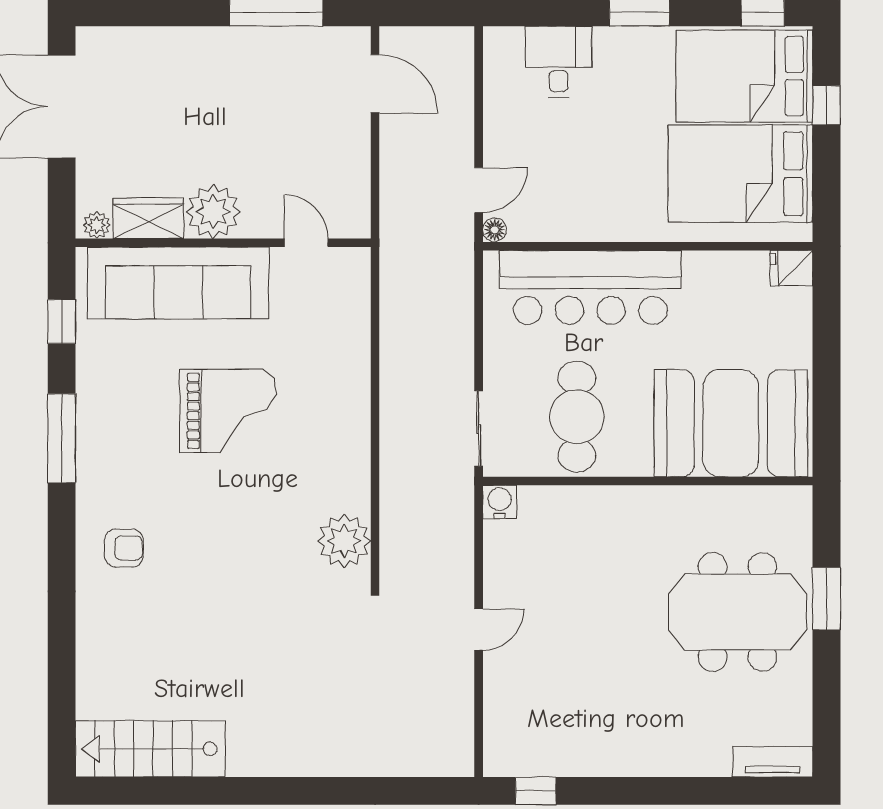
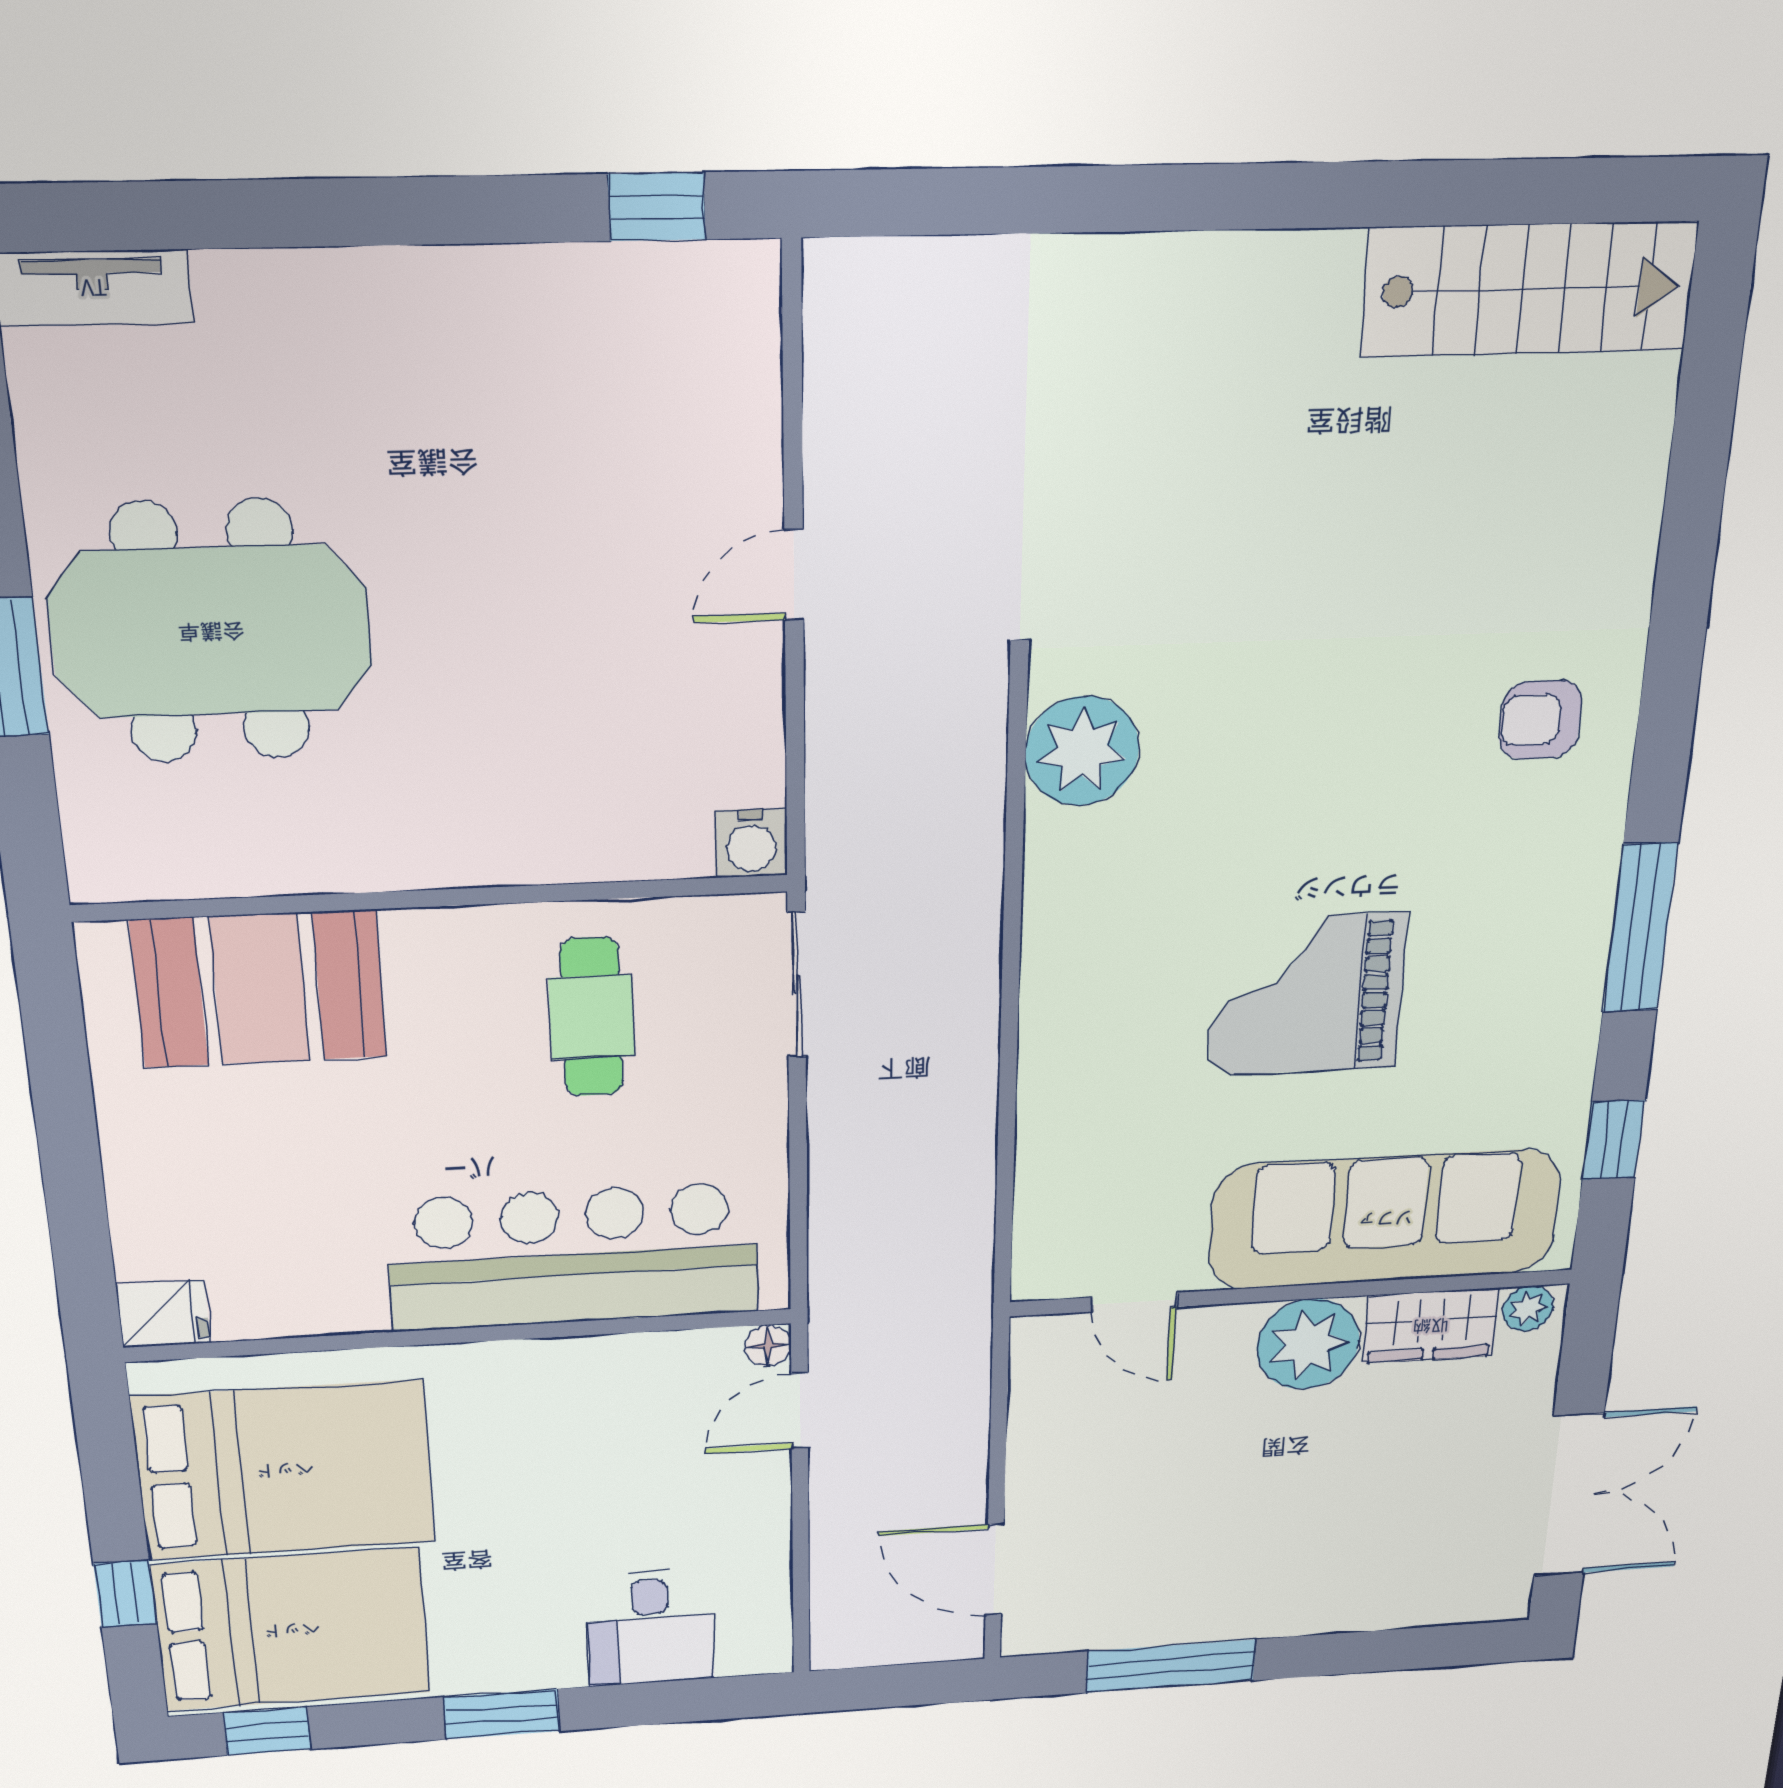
cafe table: (577, 417) -> (592, 1017), width x0.73, depth x0.74
booth: (731, 423) -> (260, 989), width x0.73, depth x0.70

